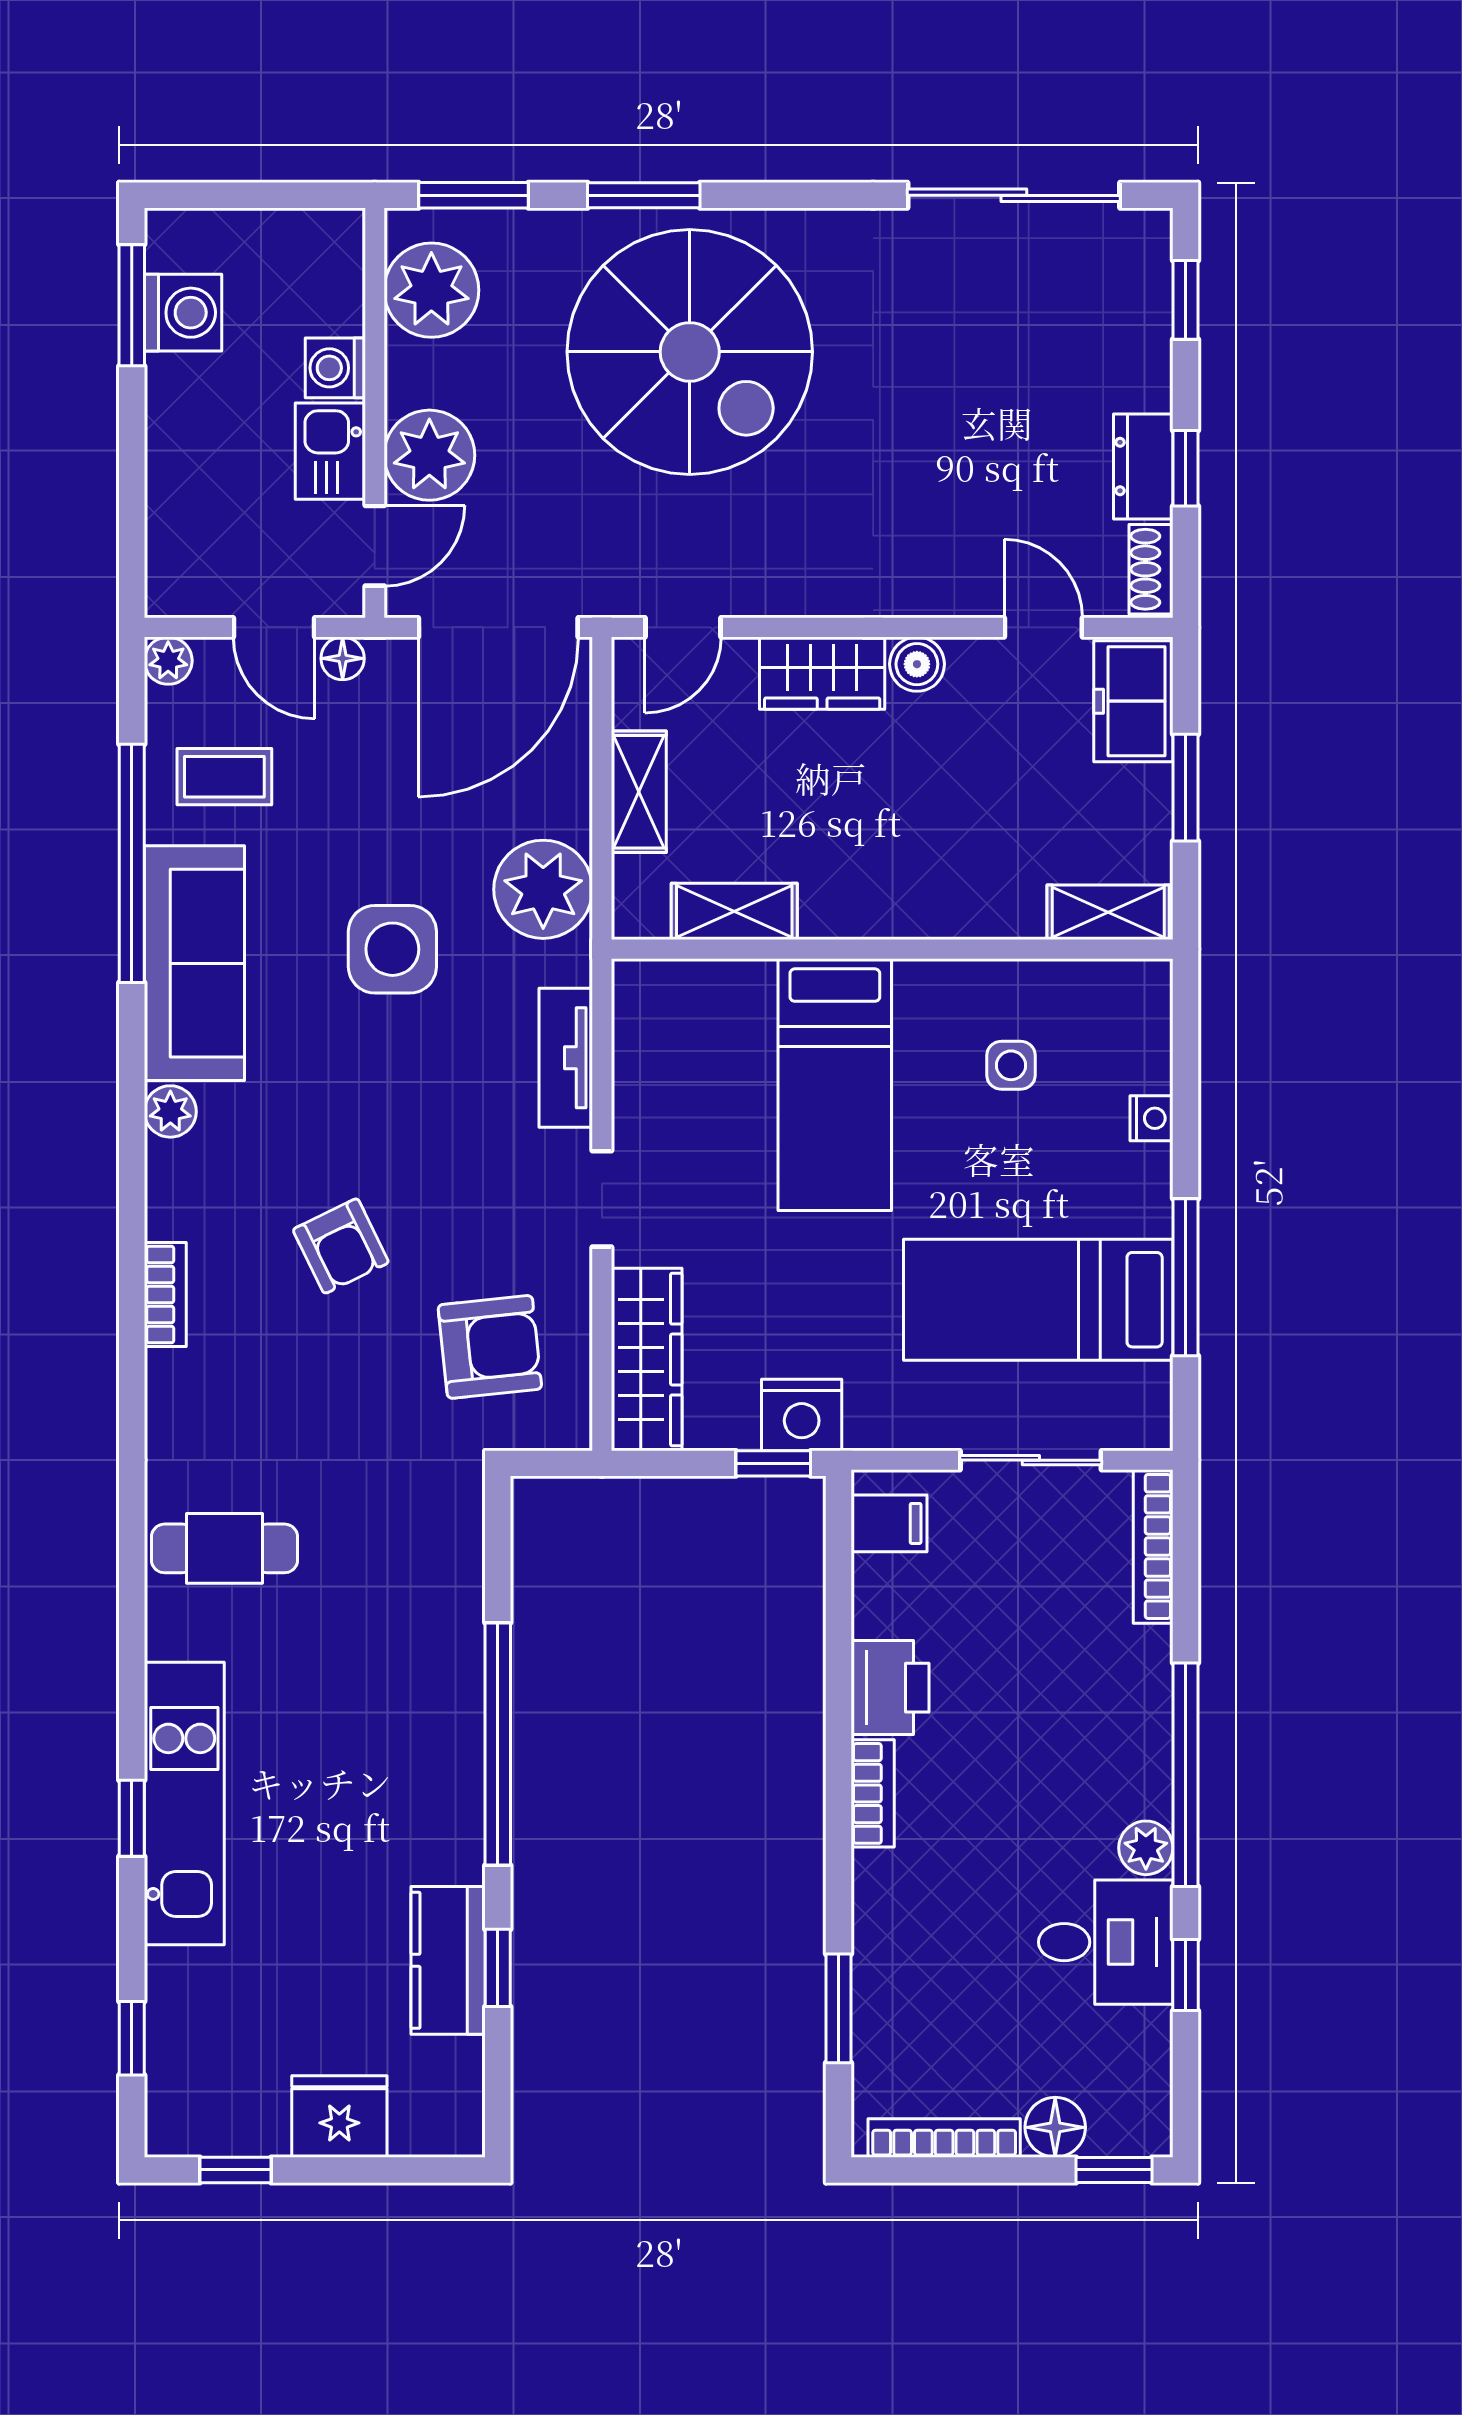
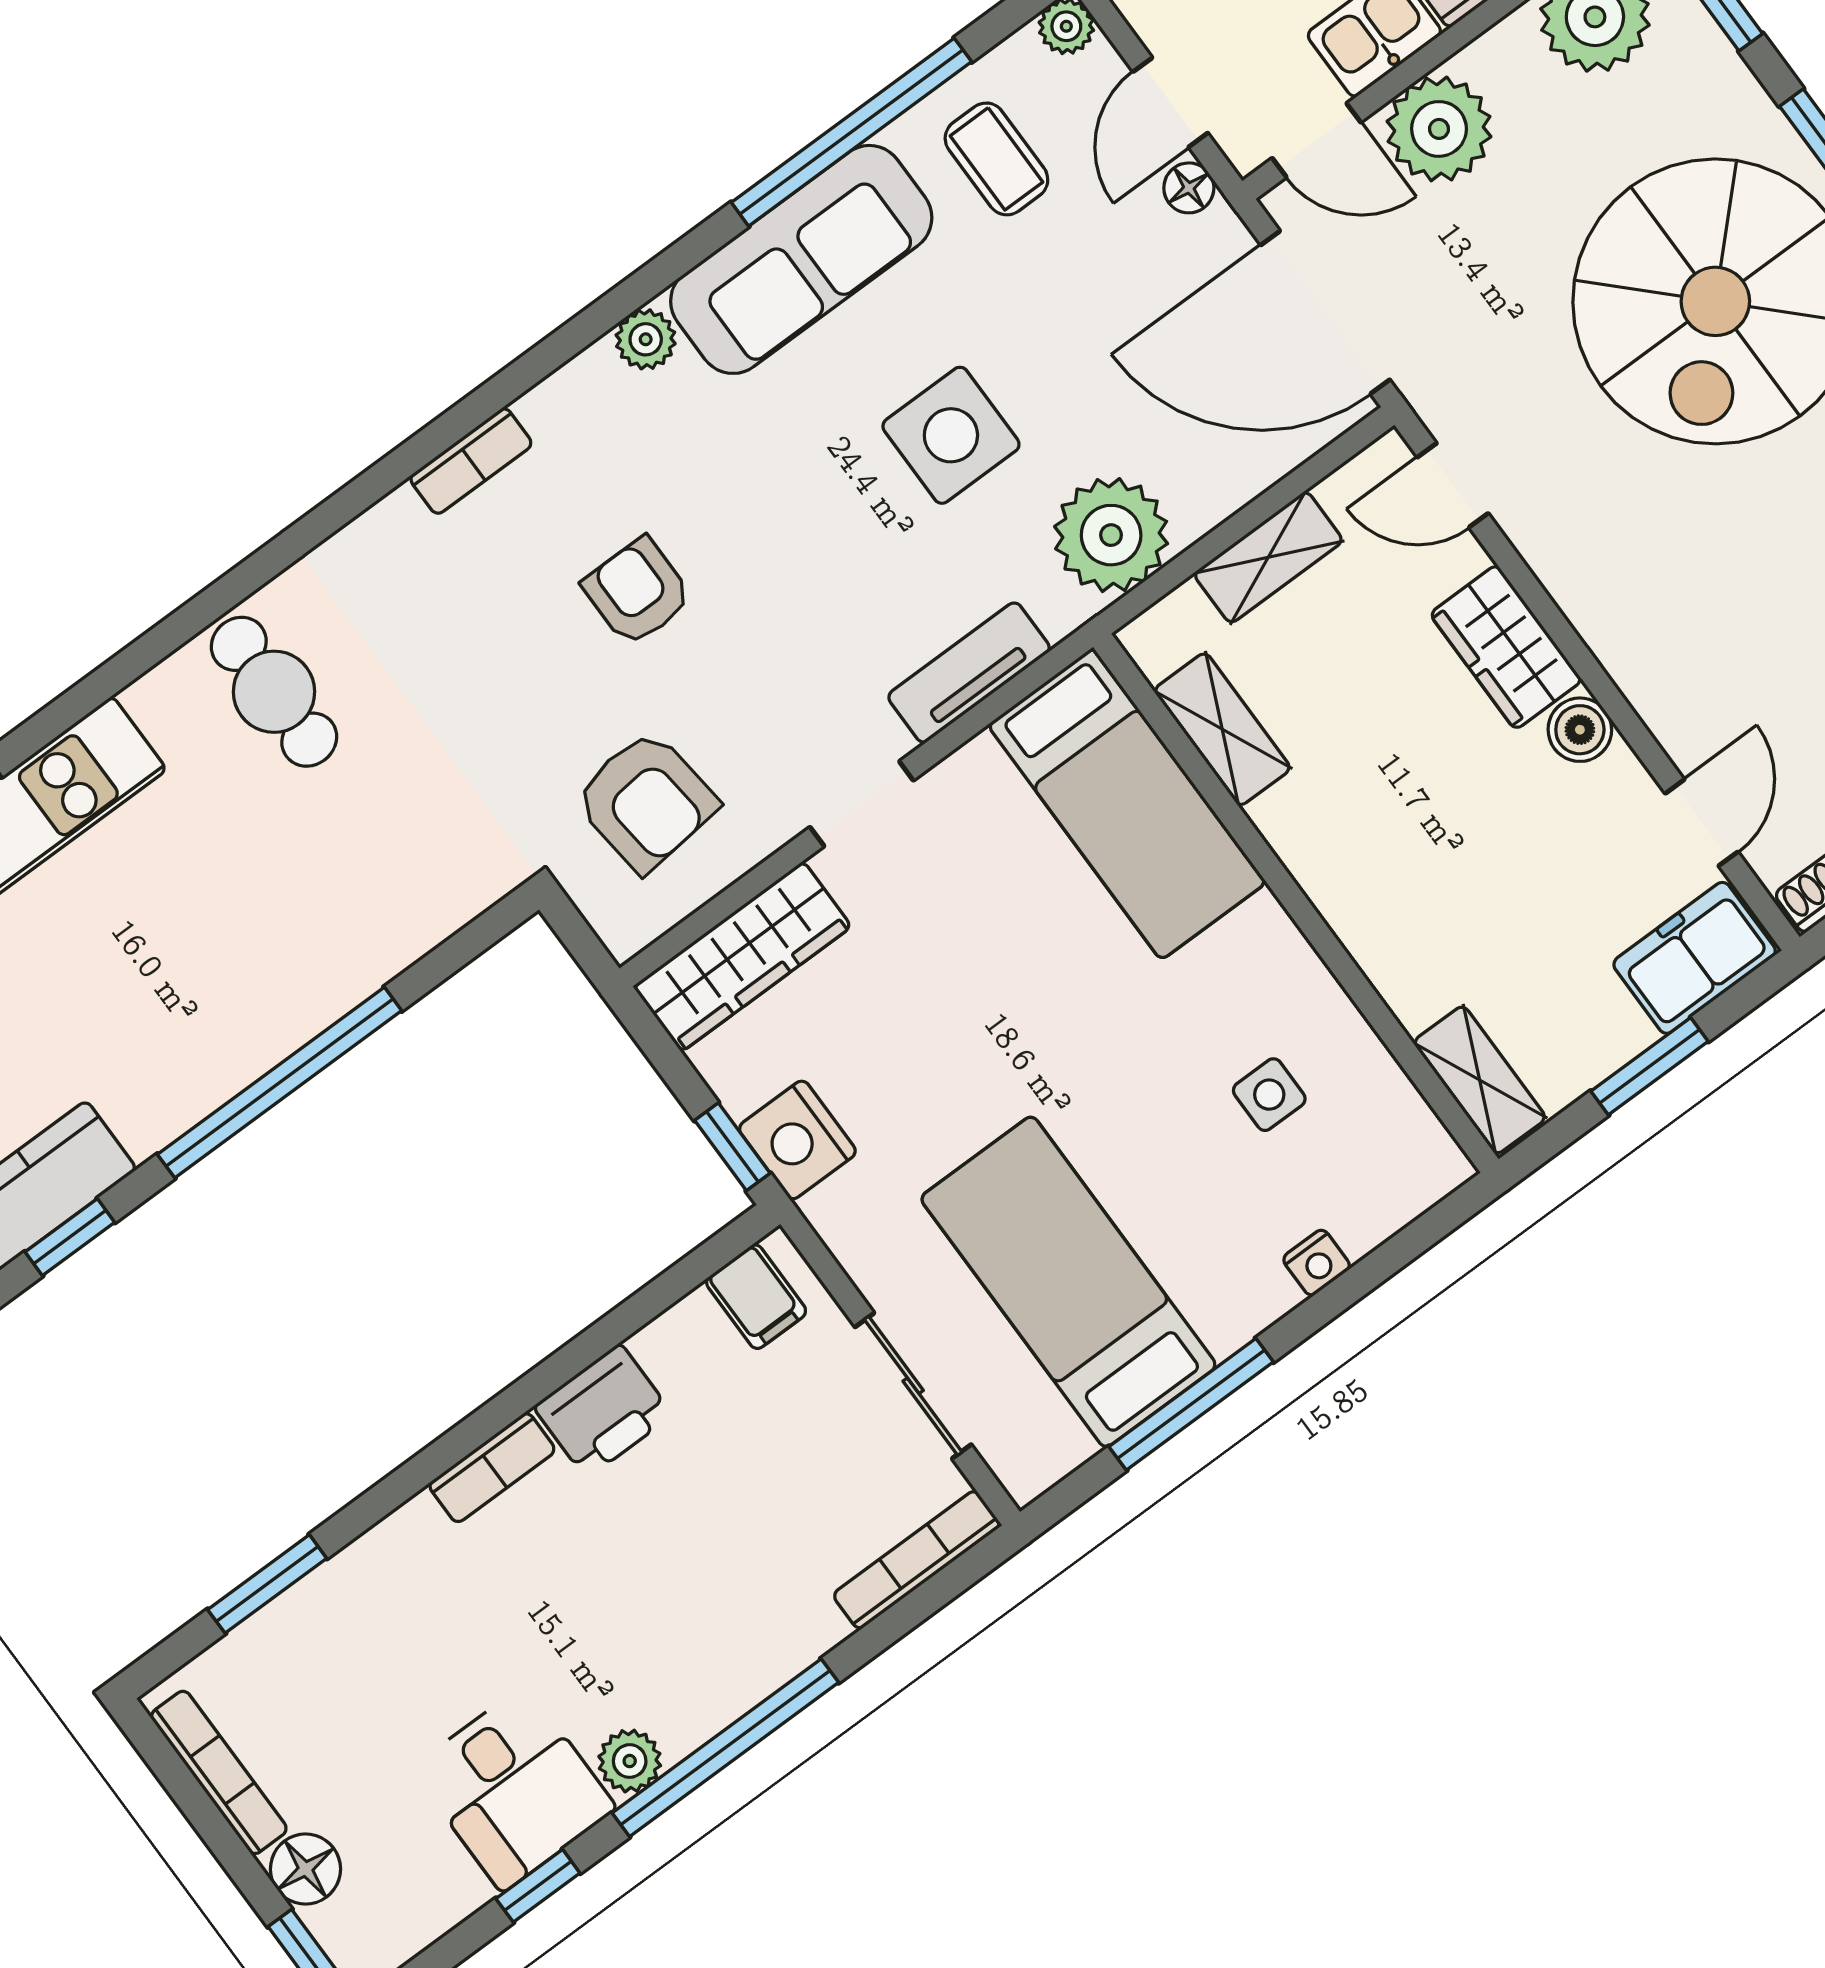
bed: (835, 1085) -> (1127, 804), moved, turned -90
armchair: (341, 1246) -> (637, 592), turned 116

